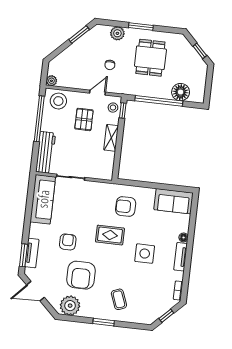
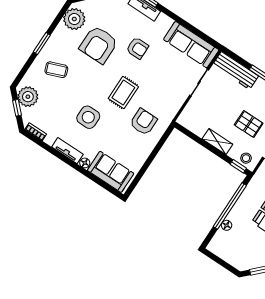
floor lamp: (181, 92) -> (227, 225), width x0.53, depth x0.53
sofa: (174, 201) -> (111, 172), moved, turned 90
armchair: (81, 275) -> (99, 45), turned -90
plant: (153, 311) -> (28, 97), added

